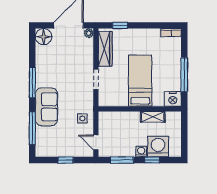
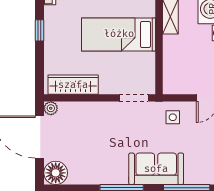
window: (120, 25) -> (40, 30), moved
doorway: (96, 79) -> (134, 98), moved

